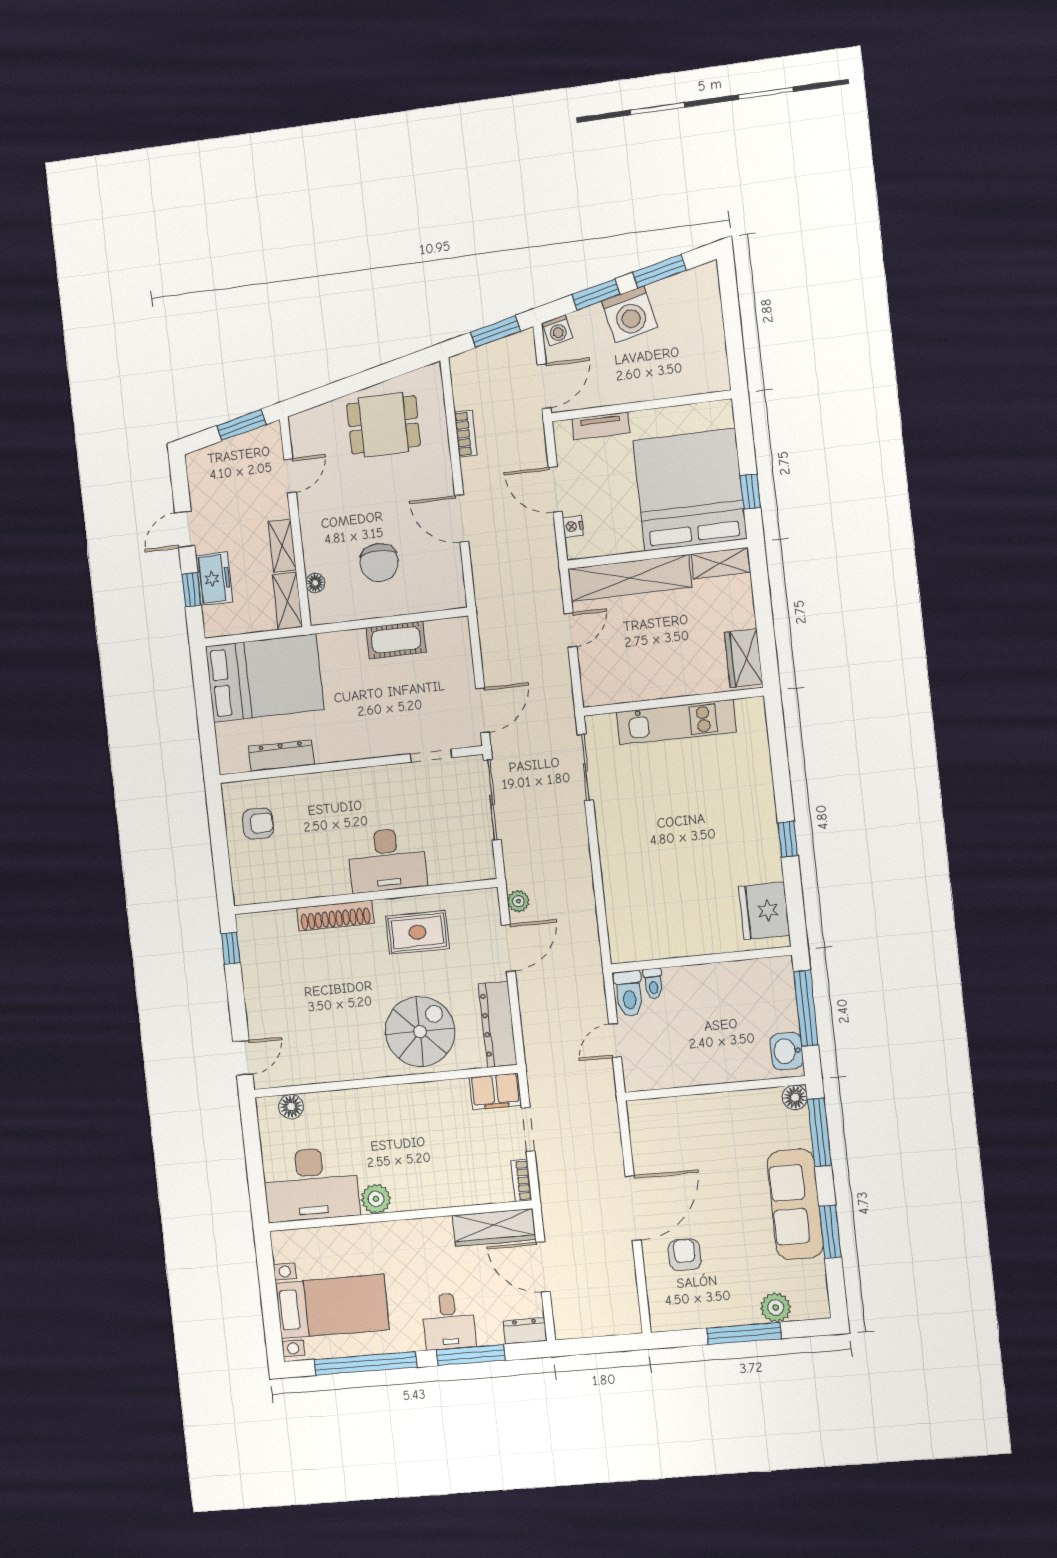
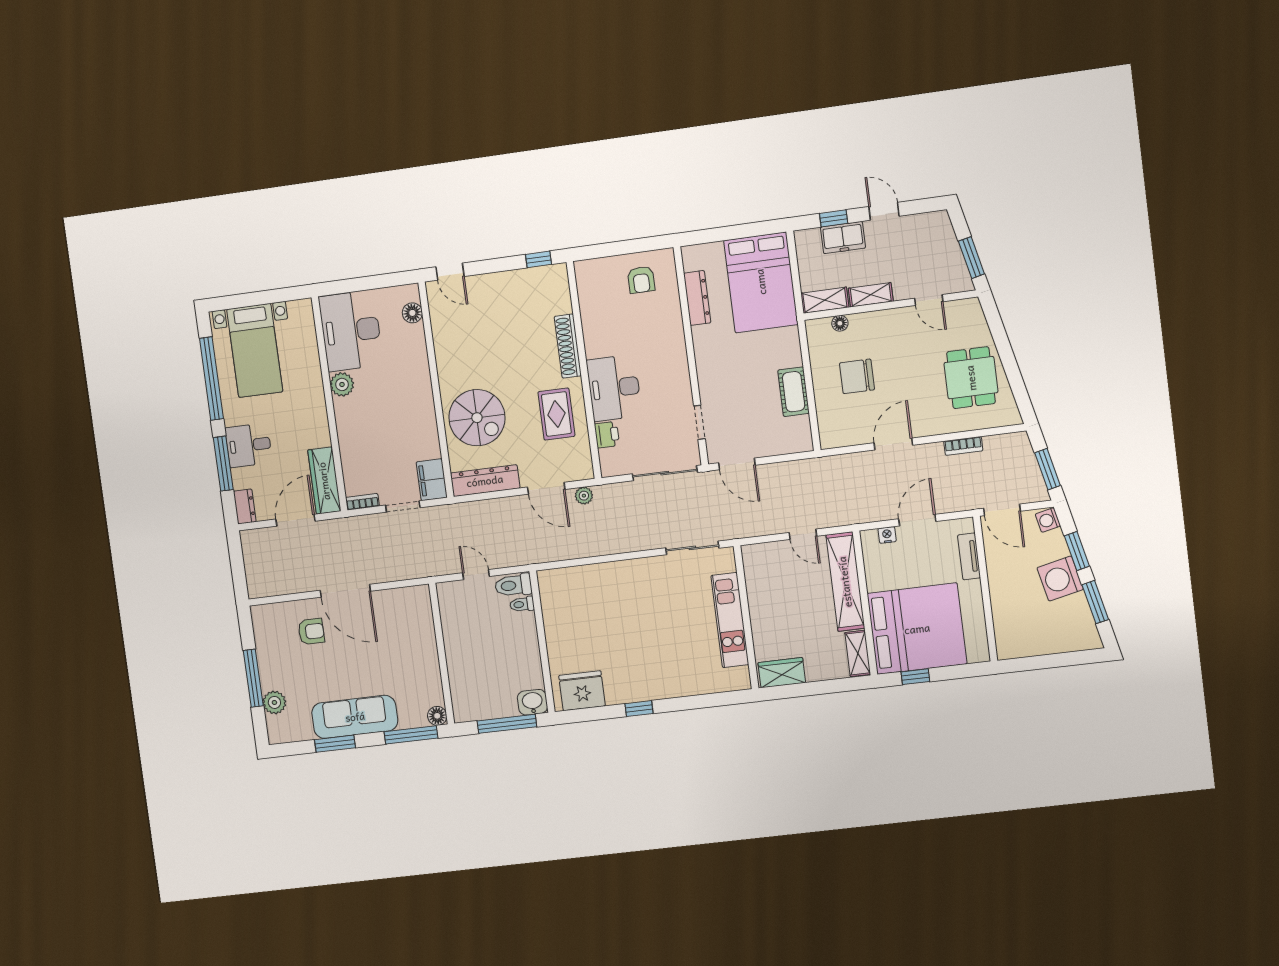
printer: (444, 871) -> (607, 435), added
washbasin: (787, 1051) -> (532, 702), moved

